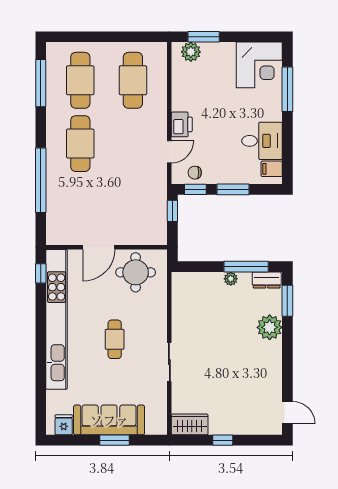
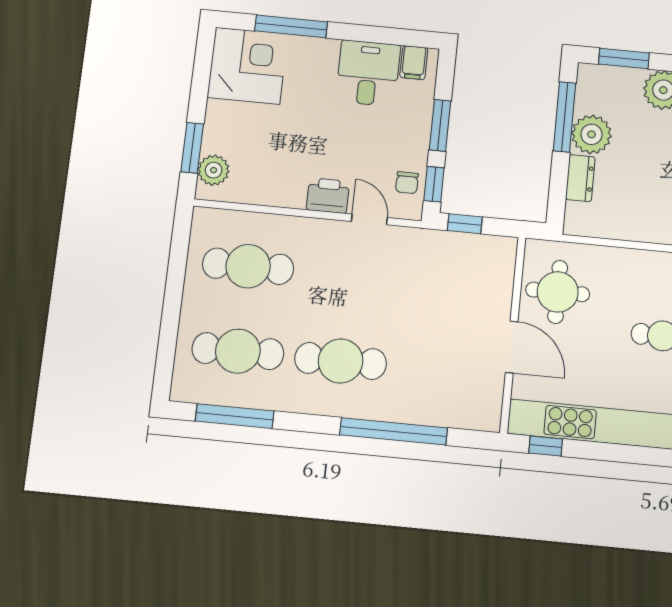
plant: (231, 279) -> (591, 134), width x1.87, depth x1.87
dresser: (267, 280) -> (580, 178), moved

